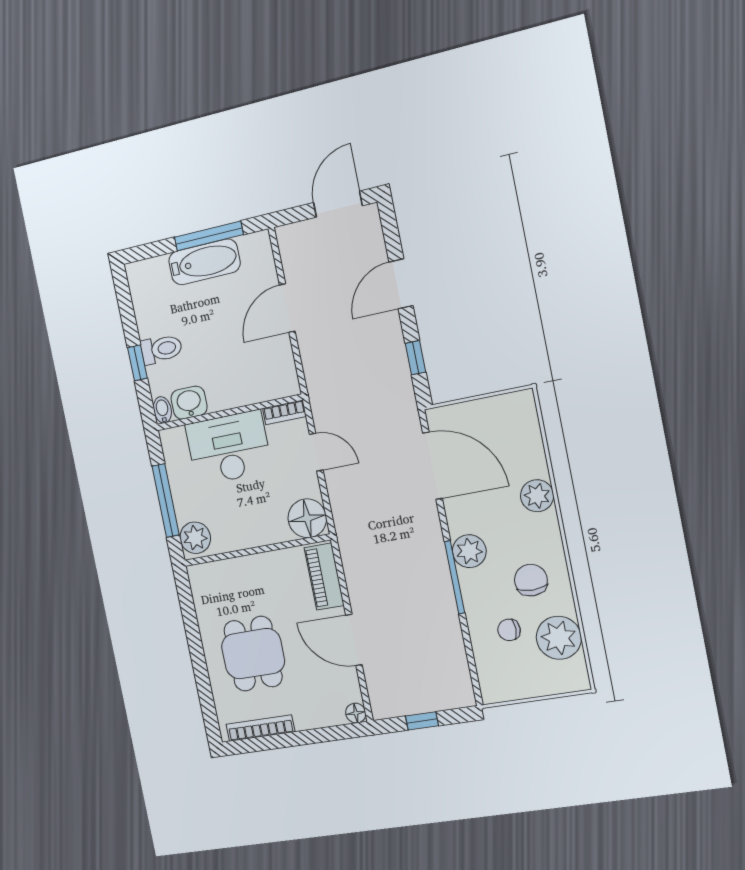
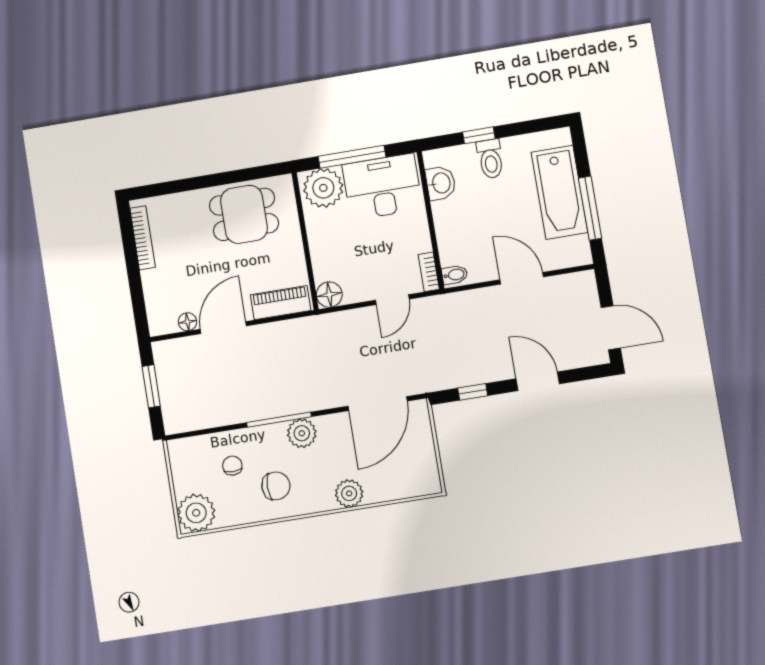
bathtub: (204, 262) -> (559, 192), width x1.36, depth x1.36
bidet: (162, 410) -> (455, 275), moved
desk: (229, 448) -> (382, 187), moved, turned -90
floor lamp: (307, 518) -> (329, 295), width x0.73, depth x0.73
plant: (195, 538) -> (323, 188), width x1.36, depth x1.36
plant: (559, 638) -> (196, 513), moved
dining table: (253, 654) -> (244, 214), moved
floor lamp: (356, 713) -> (188, 322), moved
window: (422, 721) -> (151, 386), width x1.50

